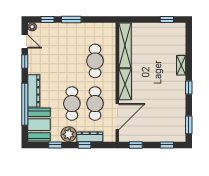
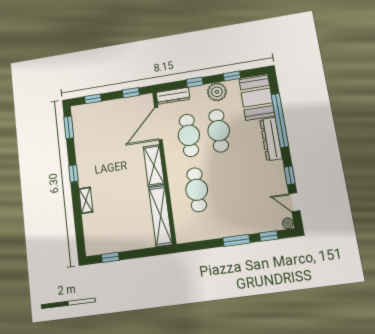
dresser: (90, 137) -> (173, 96), moved

